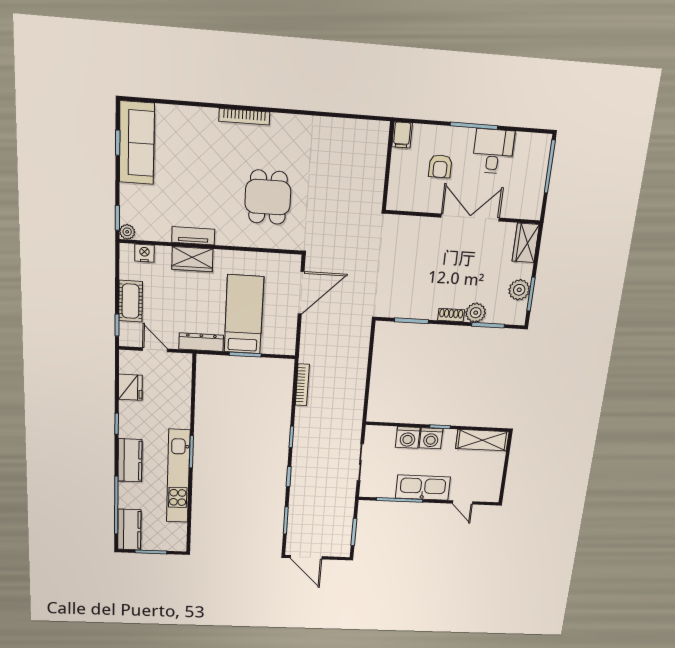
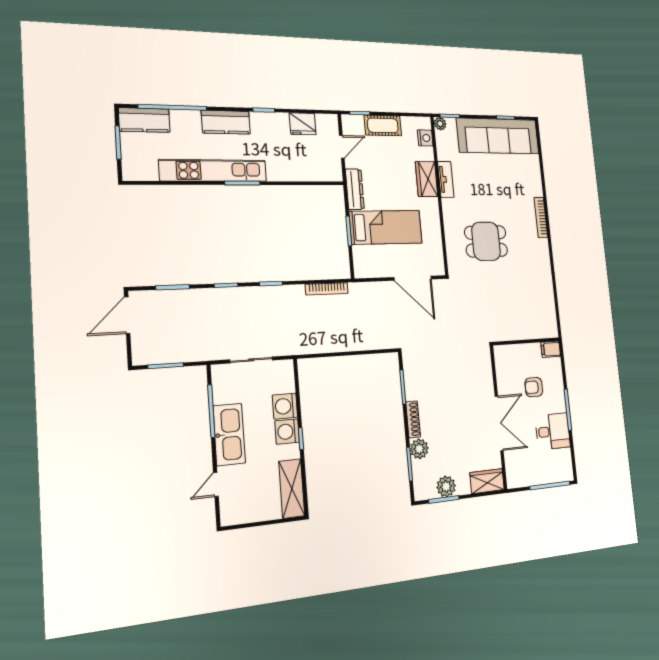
sofa: (137, 143) -> (498, 136), width x1.36, depth x1.27
shoe rack: (451, 315) -> (413, 419), width x1.43

